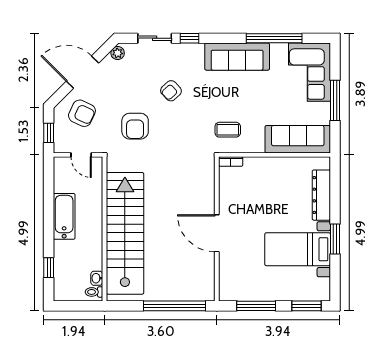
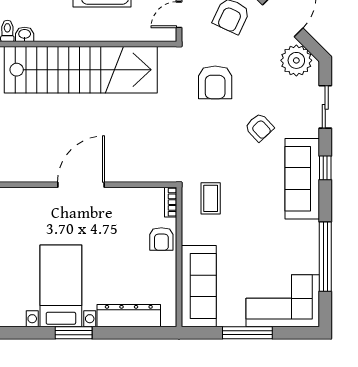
window: (189, 38) -> (325, 168), moved
plant: (118, 53) -> (296, 60), width x1.88, depth x1.88
sofa: (237, 57) -> (302, 179), moved
armchair: (171, 91) -> (259, 127), turned 180
armchair: (135, 126) -> (215, 82), turned -90
armchair: (260, 169) -> (161, 239), added

